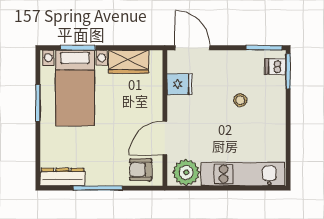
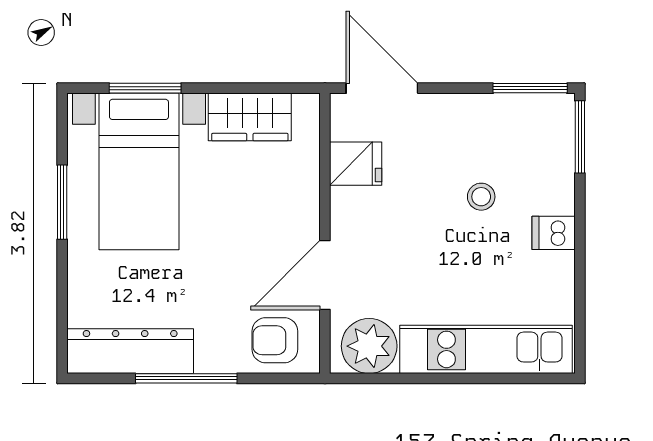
dishwasher: (275, 67) -> (554, 233), moved
dresser: (62, 177) -> (130, 351), width x1.37, depth x1.24

